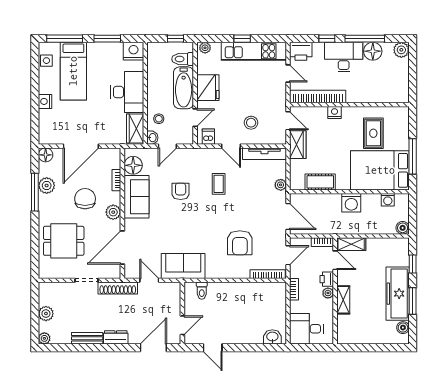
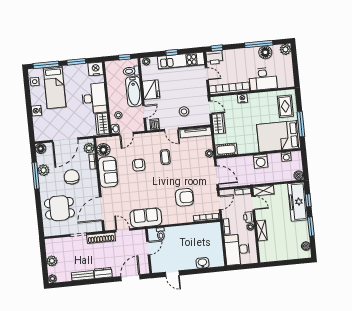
window: (327, 39) -> (217, 48), moved
desk: (344, 57) -> (263, 79), moved, turned 180
rug: (373, 133) -> (285, 106), moved
cot: (320, 182) -> (226, 150), moved
plant: (113, 212) -> (89, 148), moved
armchair: (240, 243) -> (184, 197), turned -90
freezer: (398, 294) -> (298, 202), moved
door: (182, 325) -> (148, 248), moved
desk: (306, 329) -> (237, 250), width x1.37
washbasin: (272, 337) -> (202, 263), moved

